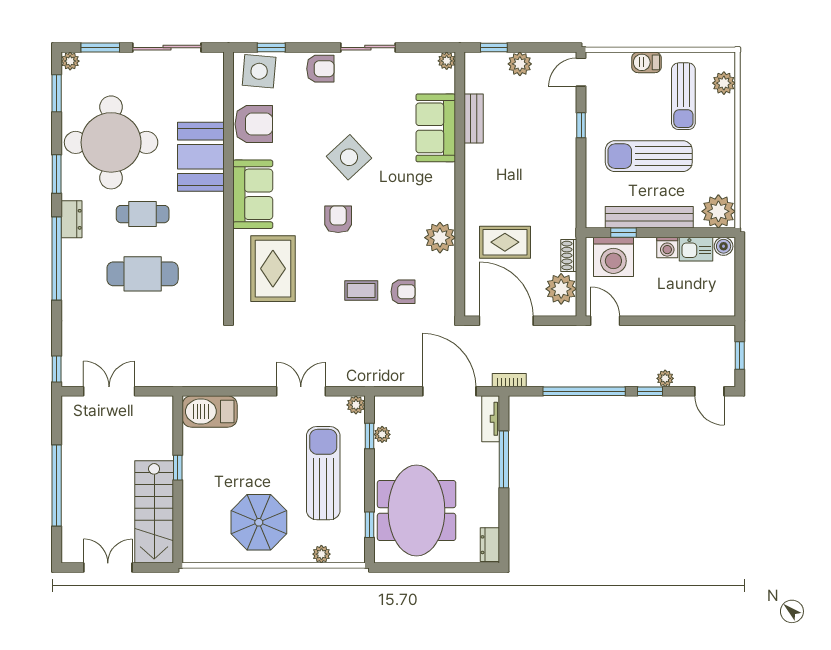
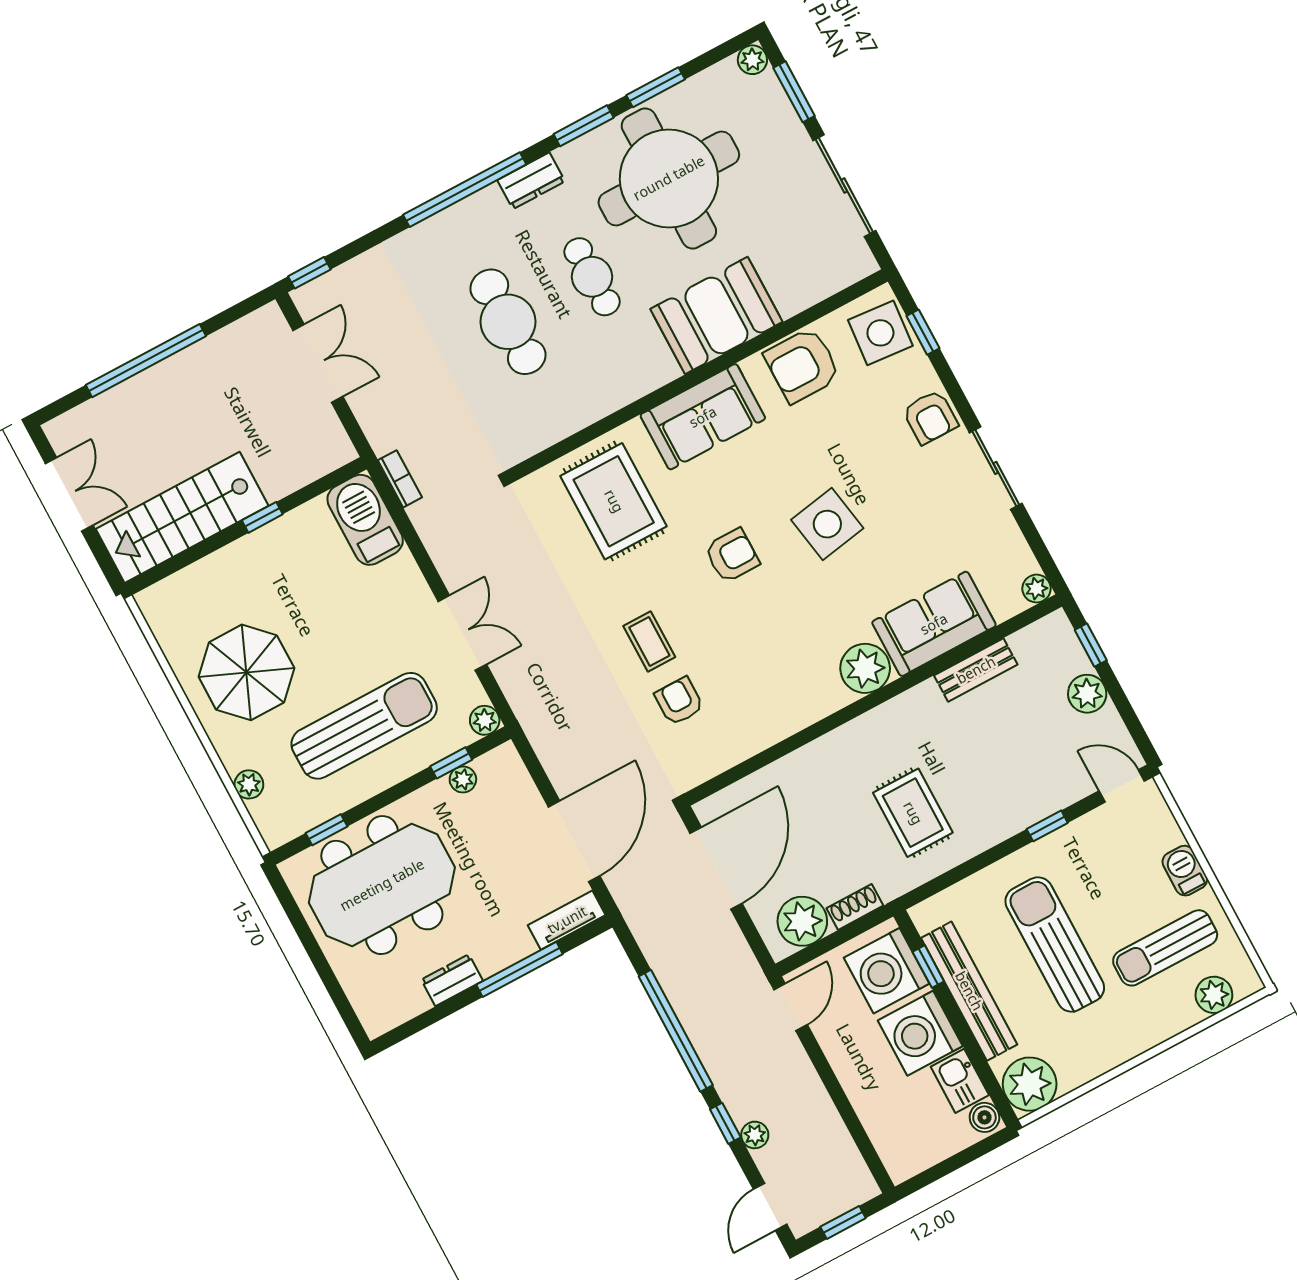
window: (57, 93) -> (656, 87), moved
armchair: (254, 124) -> (802, 365), turned 90
side table: (349, 157) -> (827, 524), turned 33
plant: (440, 238) -> (865, 668), moved
rug: (505, 242) -> (913, 813), moved
washing machine: (667, 247) -> (920, 1033), width x1.89, depth x1.89
rug: (273, 269) -> (614, 501), turned 90
armchair: (403, 292) -> (679, 701), turned 180
bookcase: (509, 380) -> (400, 479), moved
dresser: (490, 545) -> (452, 980), moved

